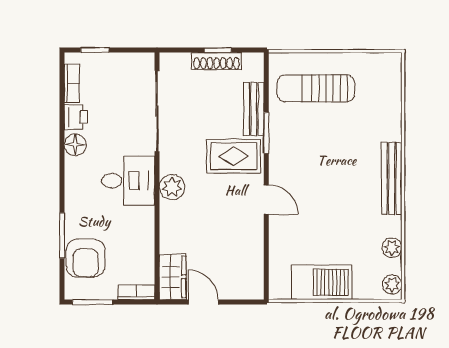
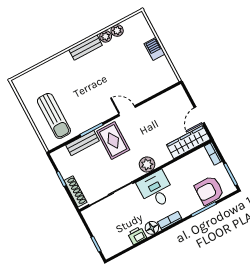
shoe rack: (217, 61) -> (75, 191), moved
bookcase: (72, 83) -> (170, 221), moved
bench: (392, 179) -> (86, 47), width x0.73
door: (266, 200) -> (127, 111), hinge flipped
armchair: (86, 258) -> (209, 190), turned 180
wardrobe: (173, 277) -> (188, 142), width x1.50
barbecue: (322, 282) -> (155, 49), width x0.53, depth x0.65
plant: (392, 284) -> (106, 36), moved

